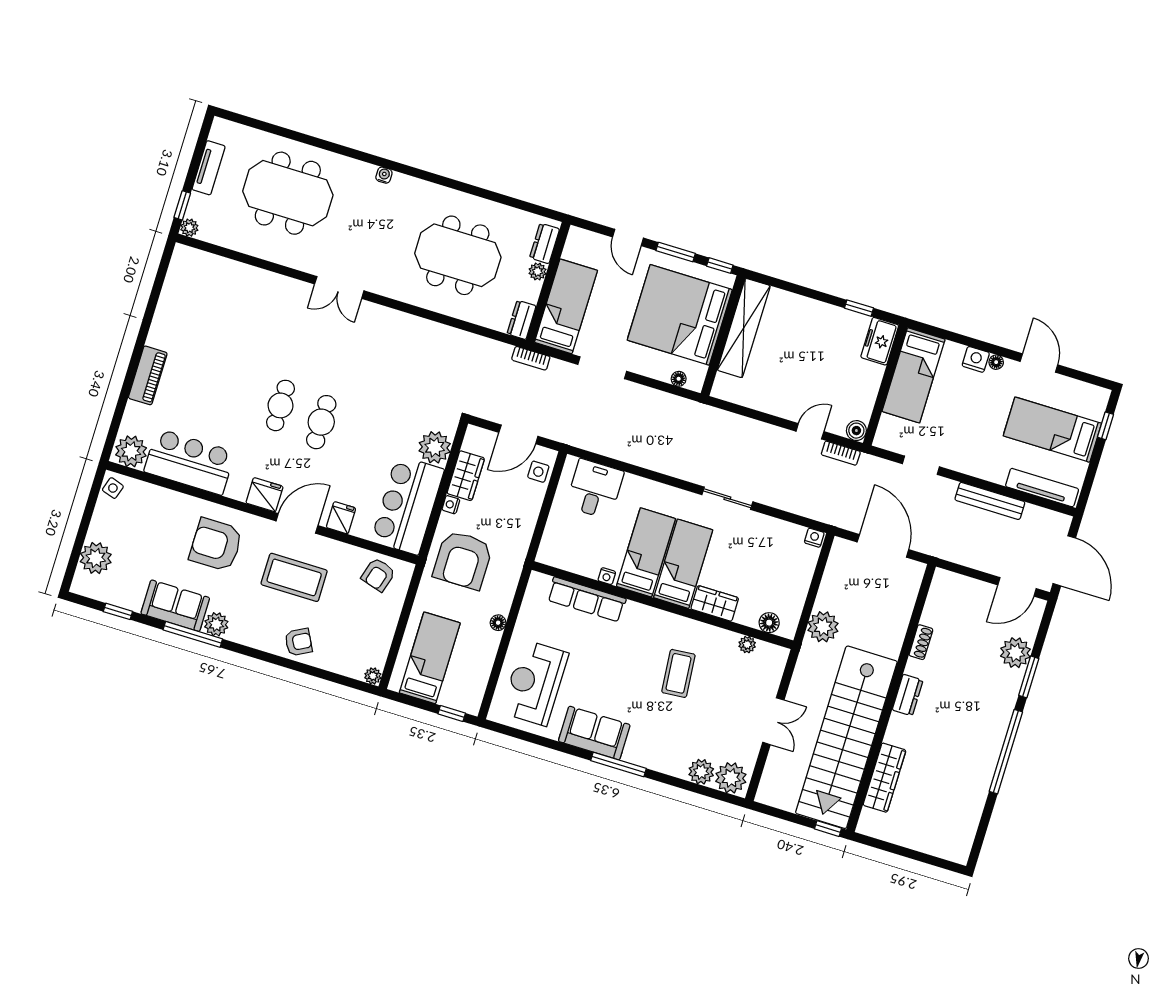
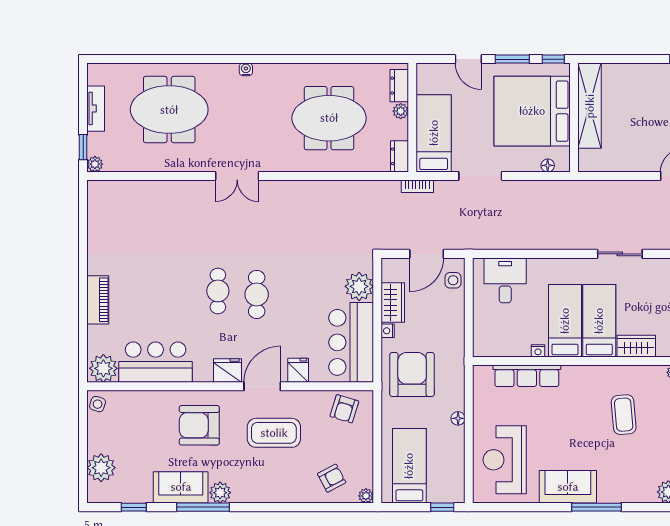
armchair: (463, 560) -> (412, 374), turned 180
armchair: (298, 642) -> (332, 478), moved

